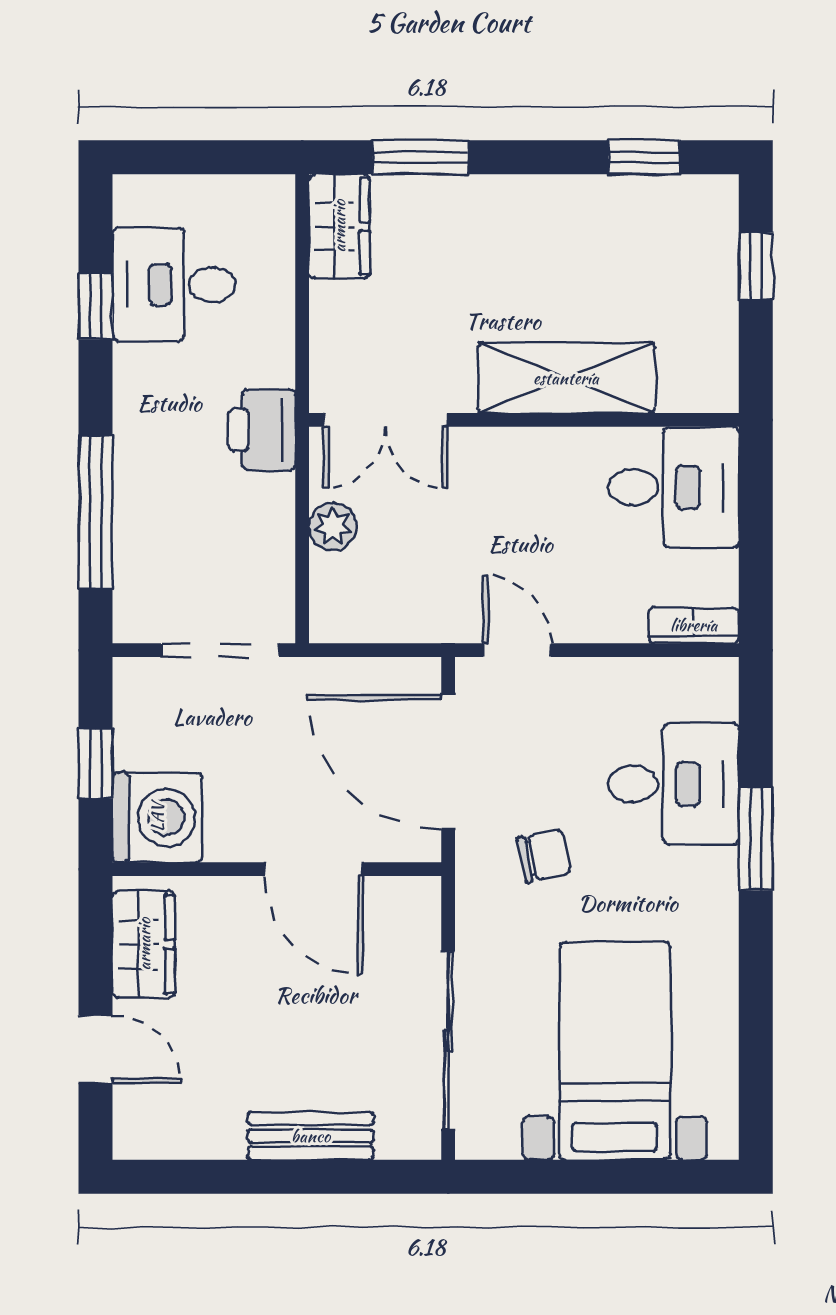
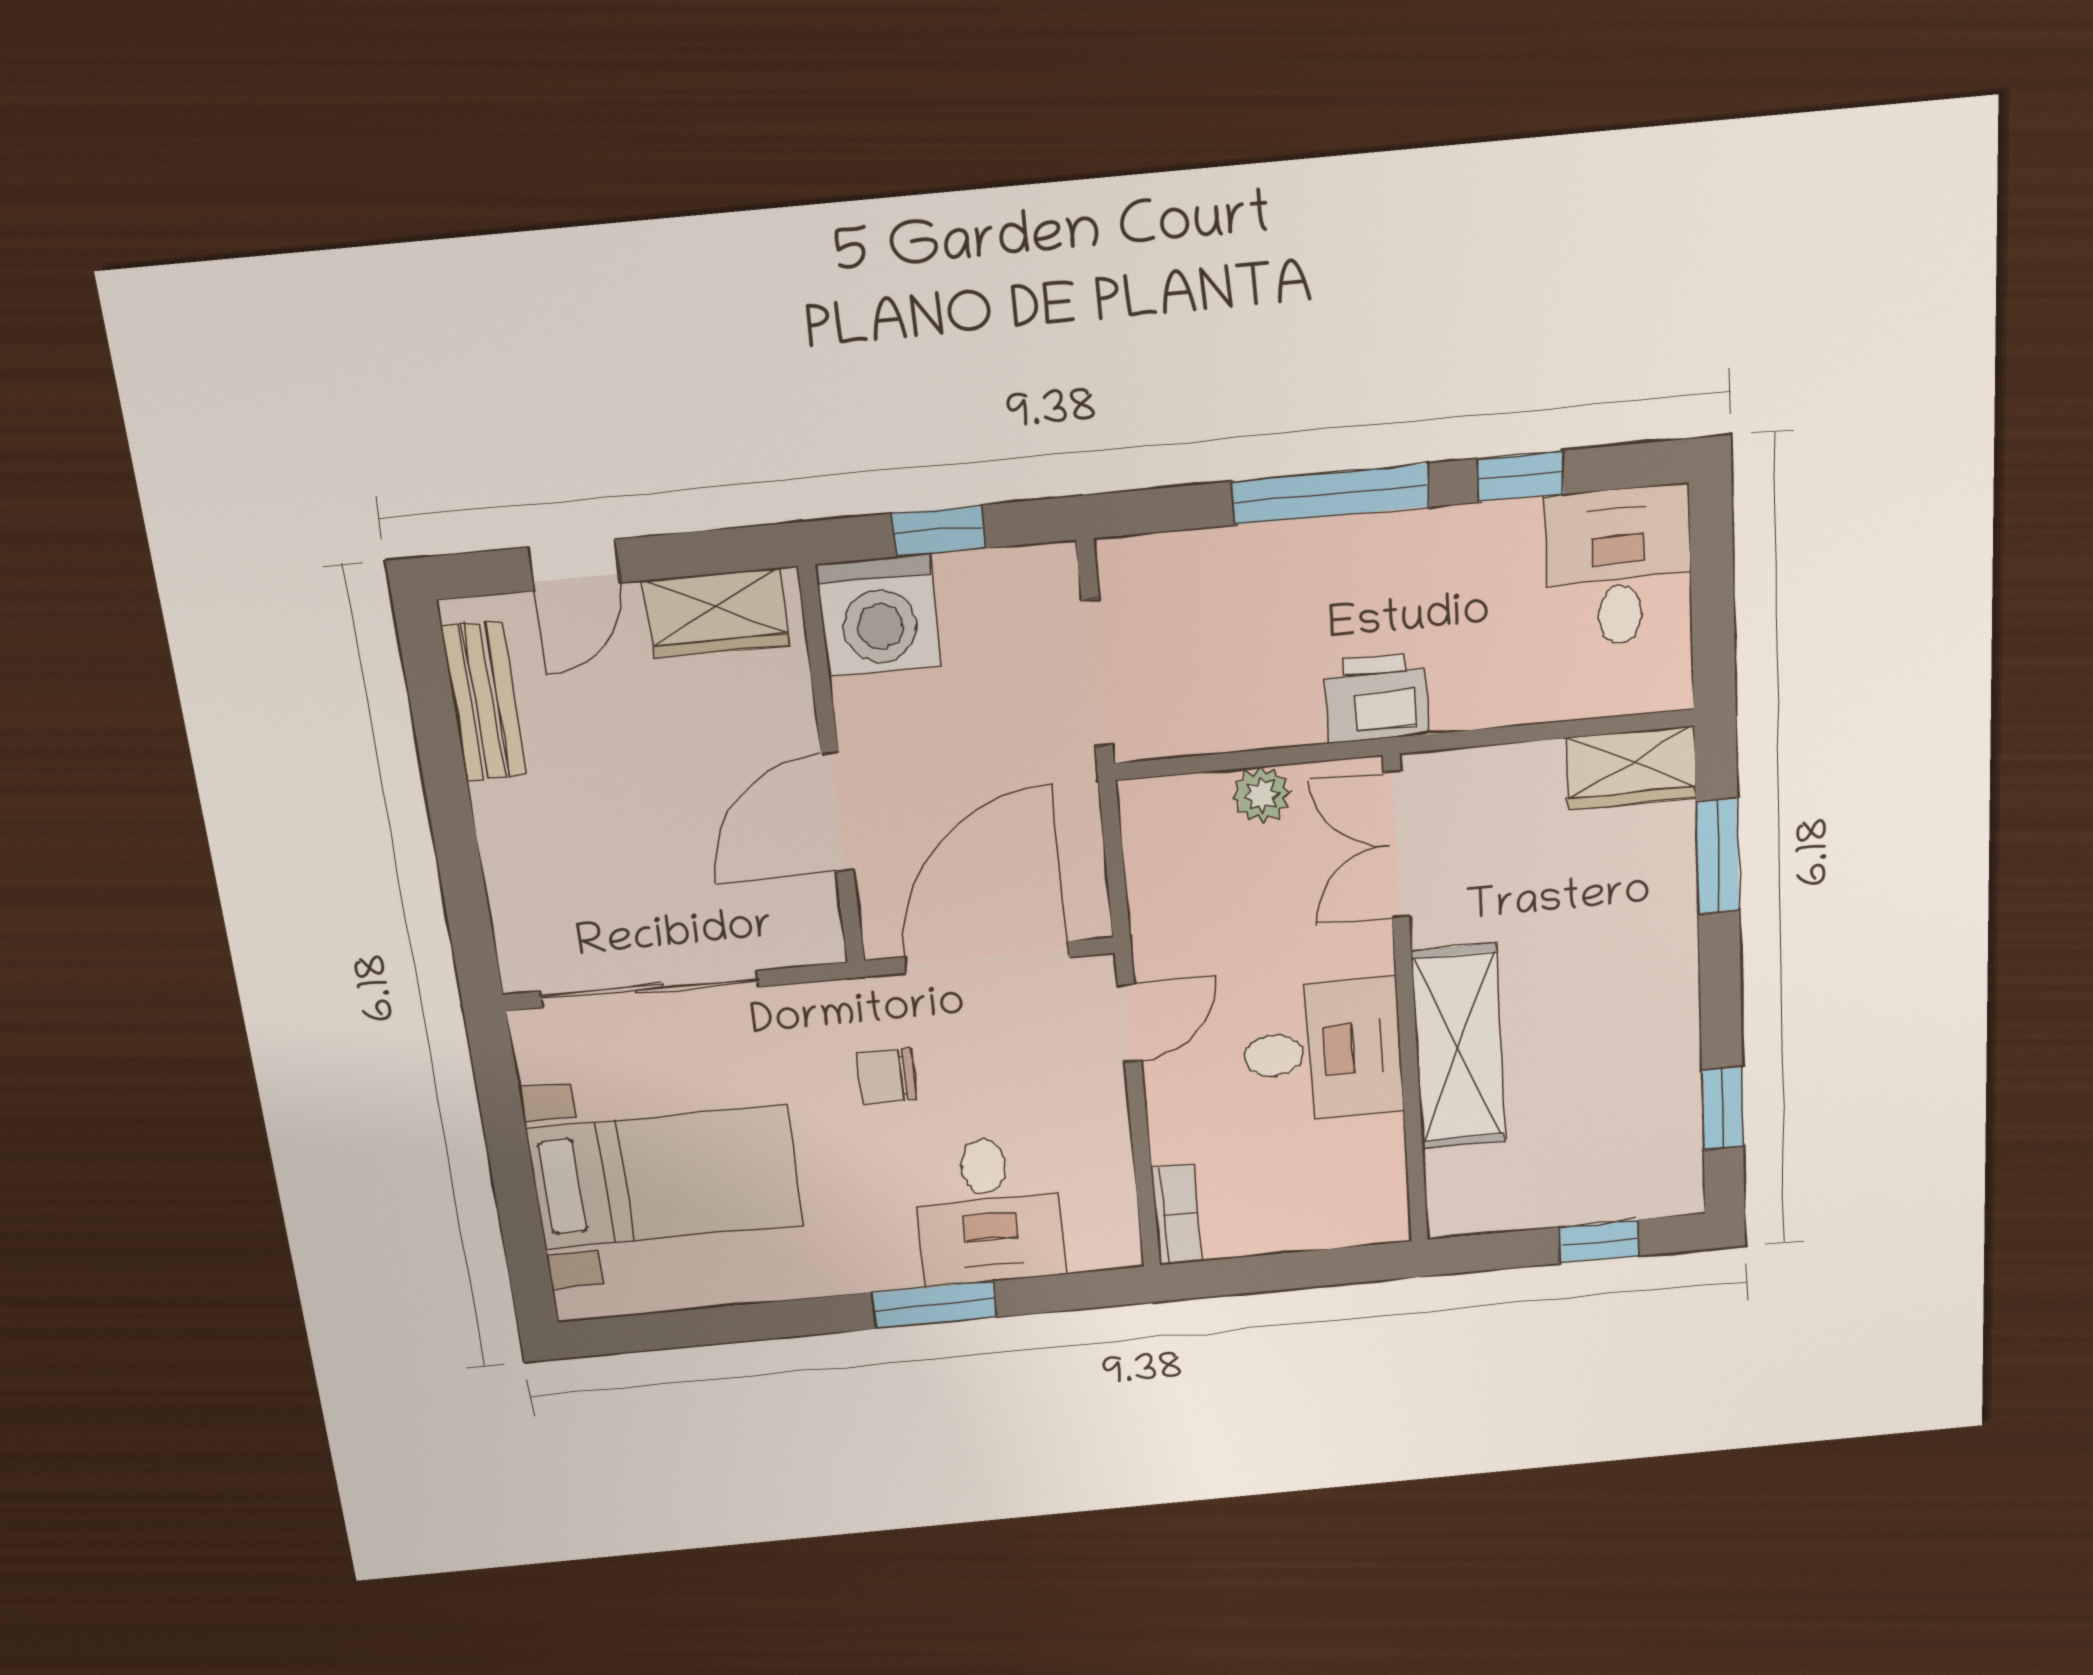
desk: (174, 285) -> (1619, 567), moved
desk: (674, 487) -> (1322, 1051), moved, turned -90
window: (96, 512) -> (1331, 494), moved
chair: (544, 856) -> (886, 1076), turned 101
bench: (311, 1136) -> (484, 701), moved

